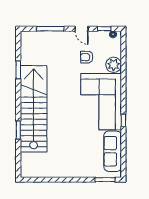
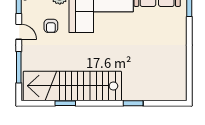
door: (82, 29) -> (19, 32), hinge flipped
stairs: (34, 109) -> (72, 86), moved

